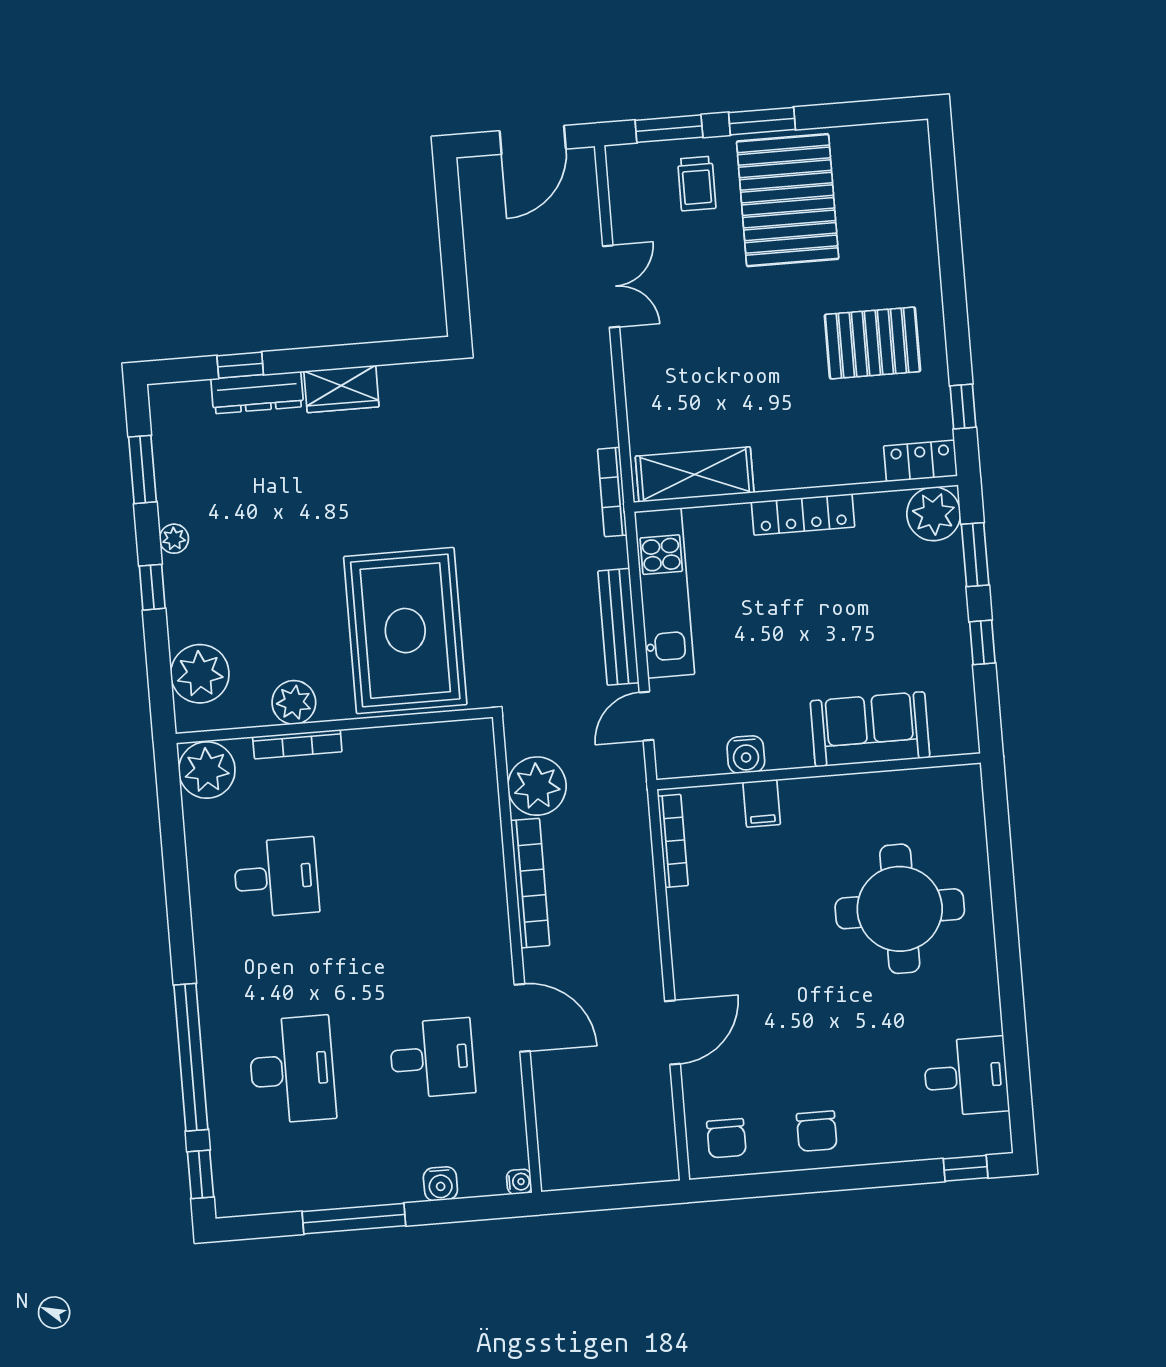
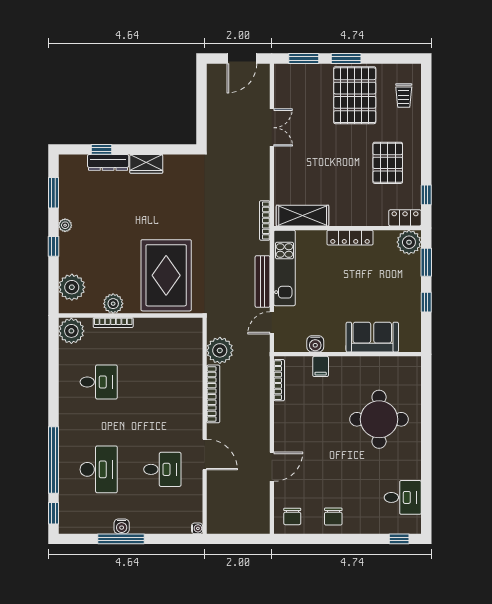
trolley: (697, 184) -> (404, 95), moved
pallet: (872, 343) -> (388, 163), turned 90
water cooler: (440, 1184) -> (122, 526), moved

